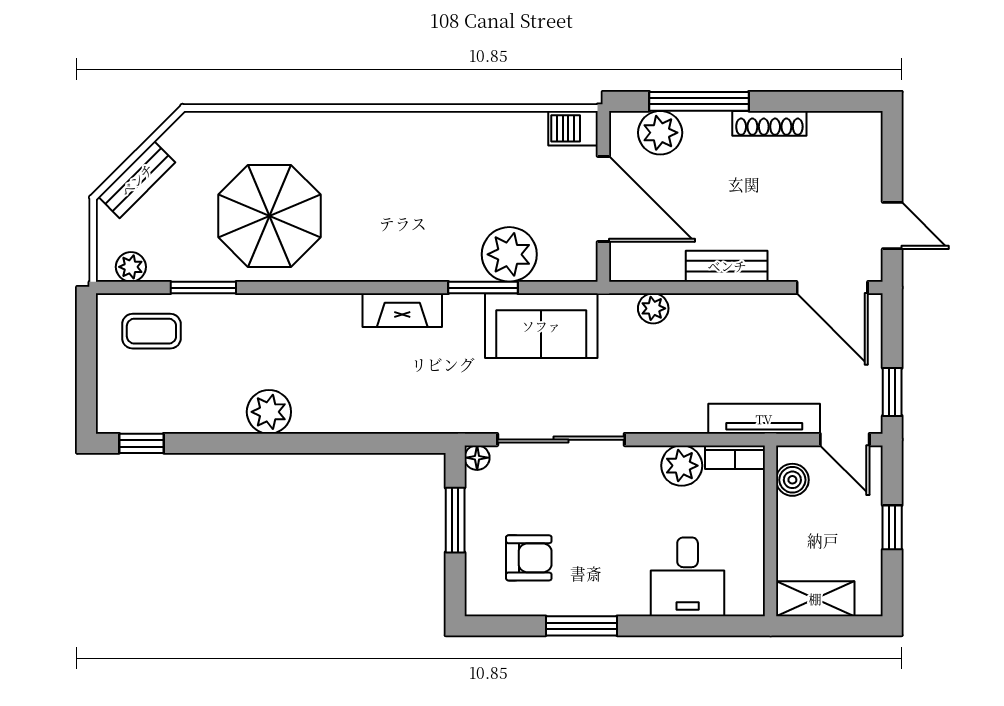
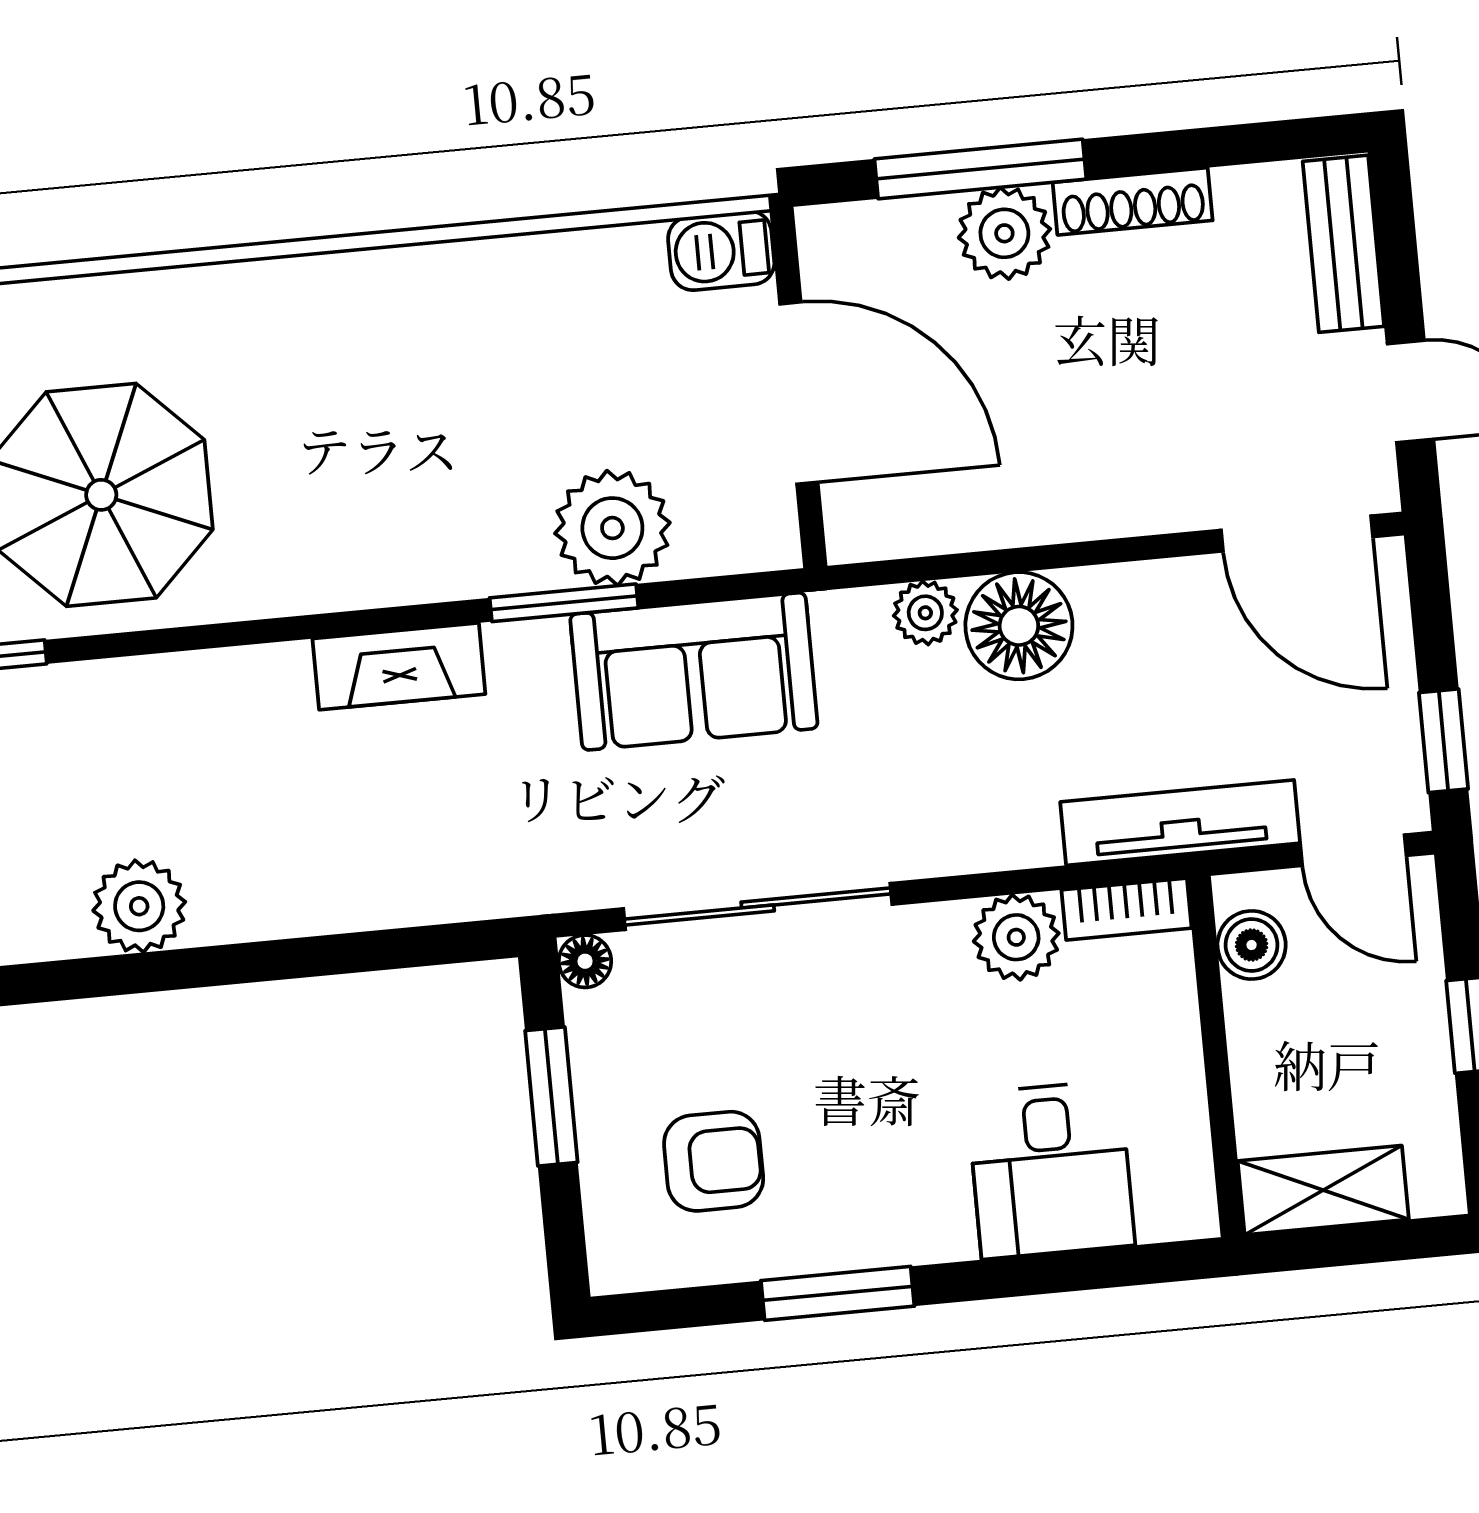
plant: (660, 133) -> (1004, 233), moved
bench: (727, 266) -> (1343, 244), moved, turned 90
floor lamp: (697, 319) -> (1019, 626), added

